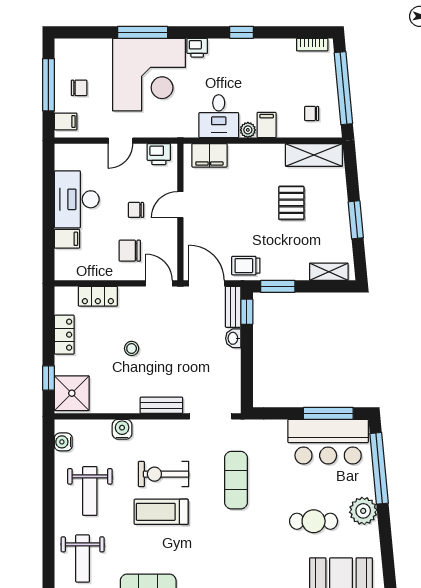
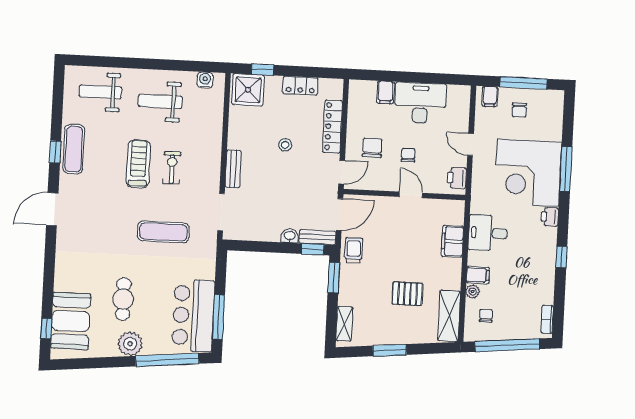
plant: (248, 130) -> (473, 292), moved
filing cabinet: (209, 155) -> (453, 241), moved
locker: (98, 296) -> (333, 126), width x1.53
water cooler: (122, 429) -> (214, 133), removed
exercise bike: (164, 474) -> (172, 168), width x0.73, depth x0.72

